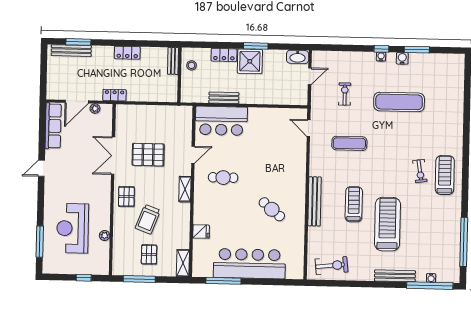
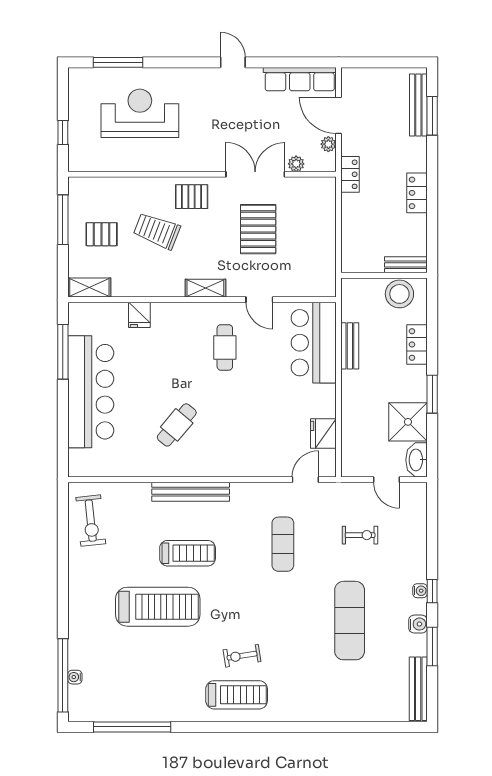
shower: (250, 61) -> (408, 422), moved
stool: (191, 65) -> (399, 294), width x1.89, depth x1.89
fridge: (279, 116) -> (323, 433), added
plant: (105, 236) -> (296, 164), moved
bench: (395, 276) -> (418, 689), moved

